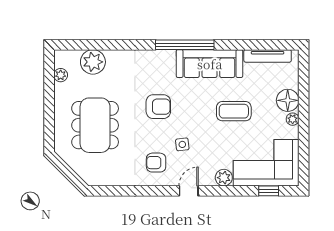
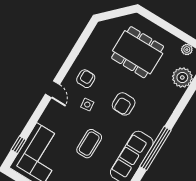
coffee table: (234, 111) -> (89, 144), moved
plant: (224, 178) -> (47, 119), removed

